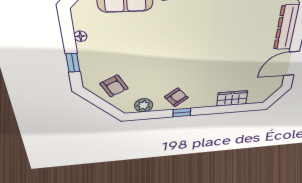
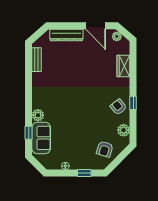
armchair: (114, 86) -> (105, 149), turned 134
plant: (272, 88) -> (117, 36), added

